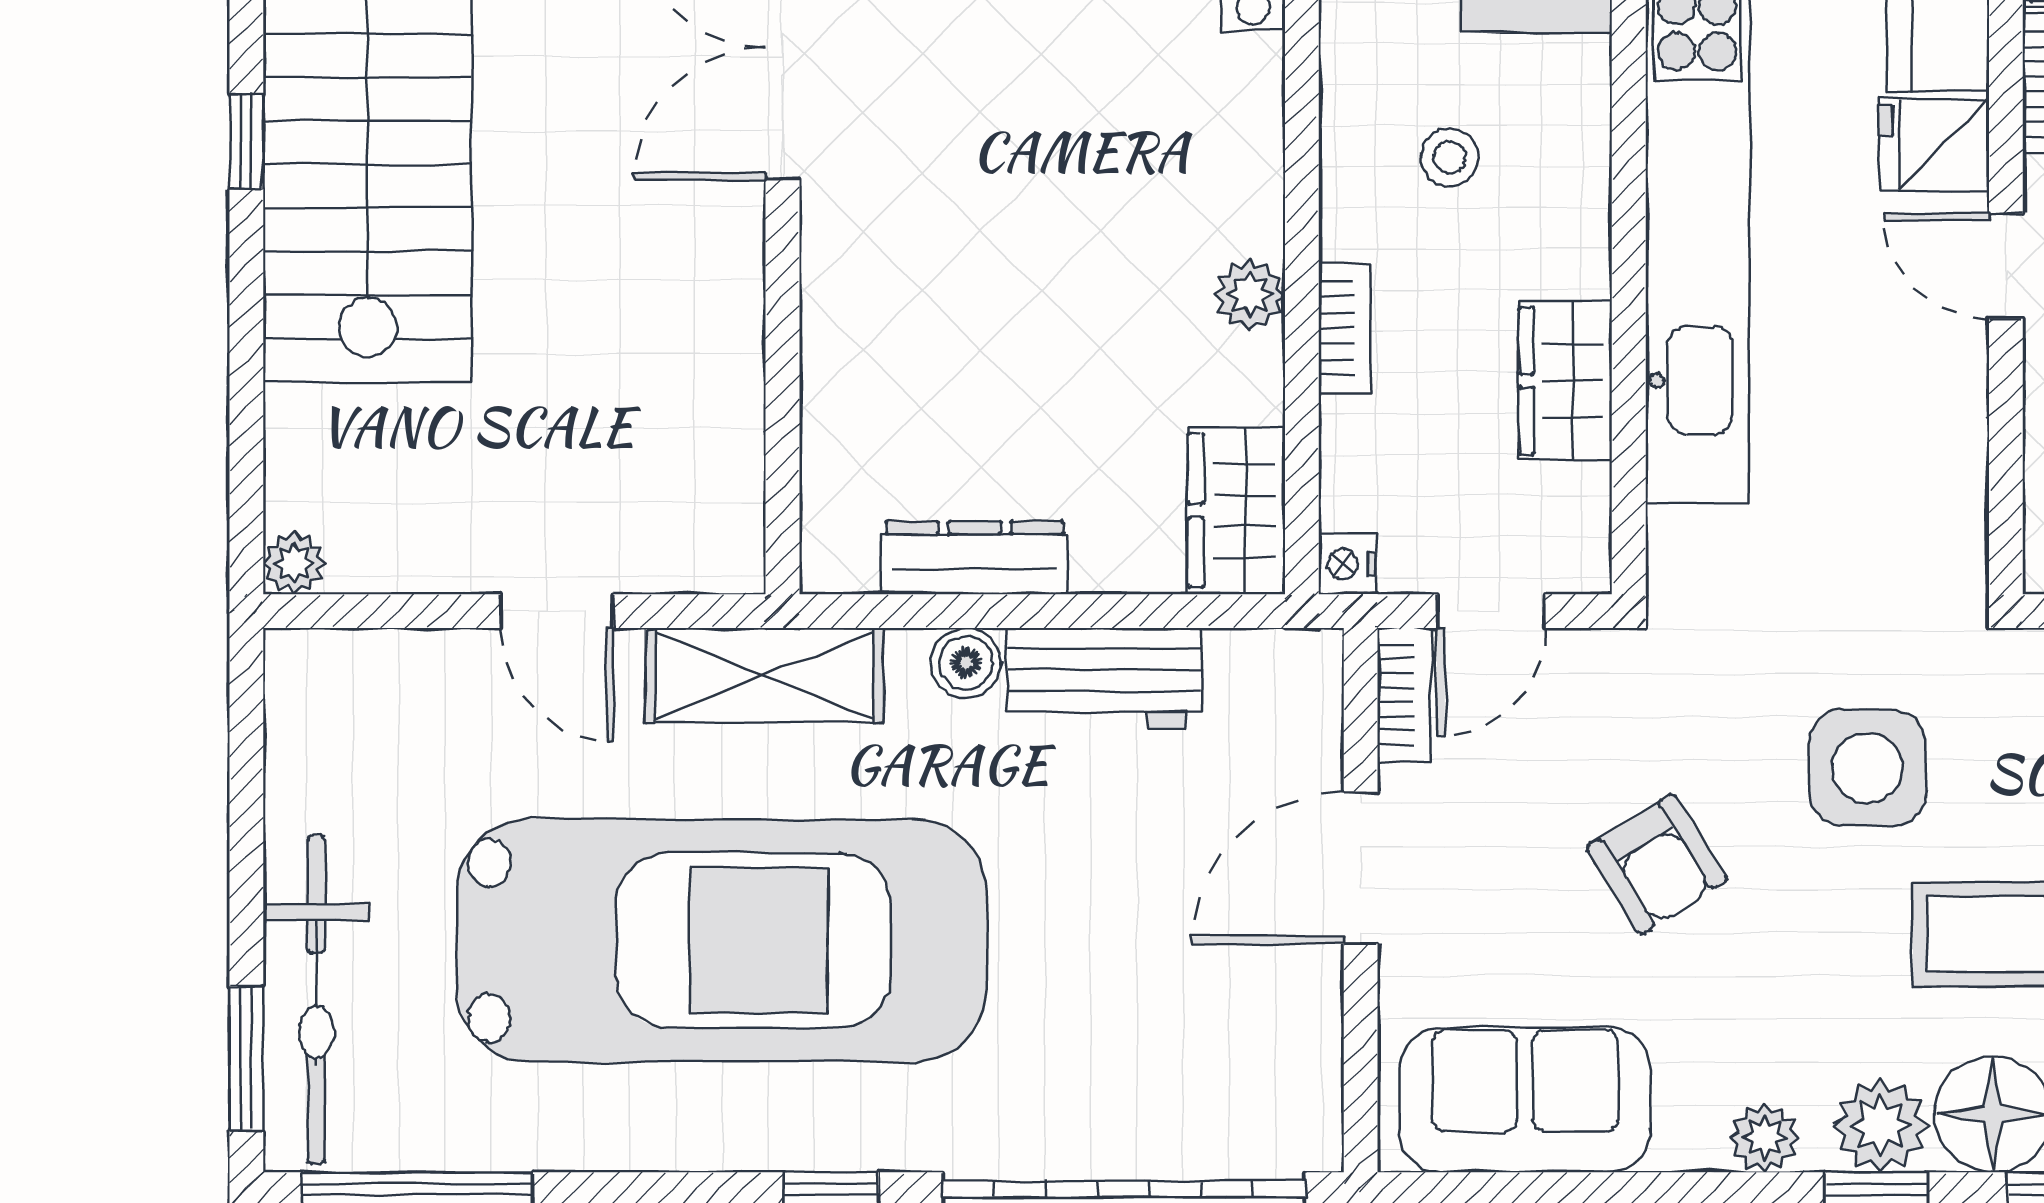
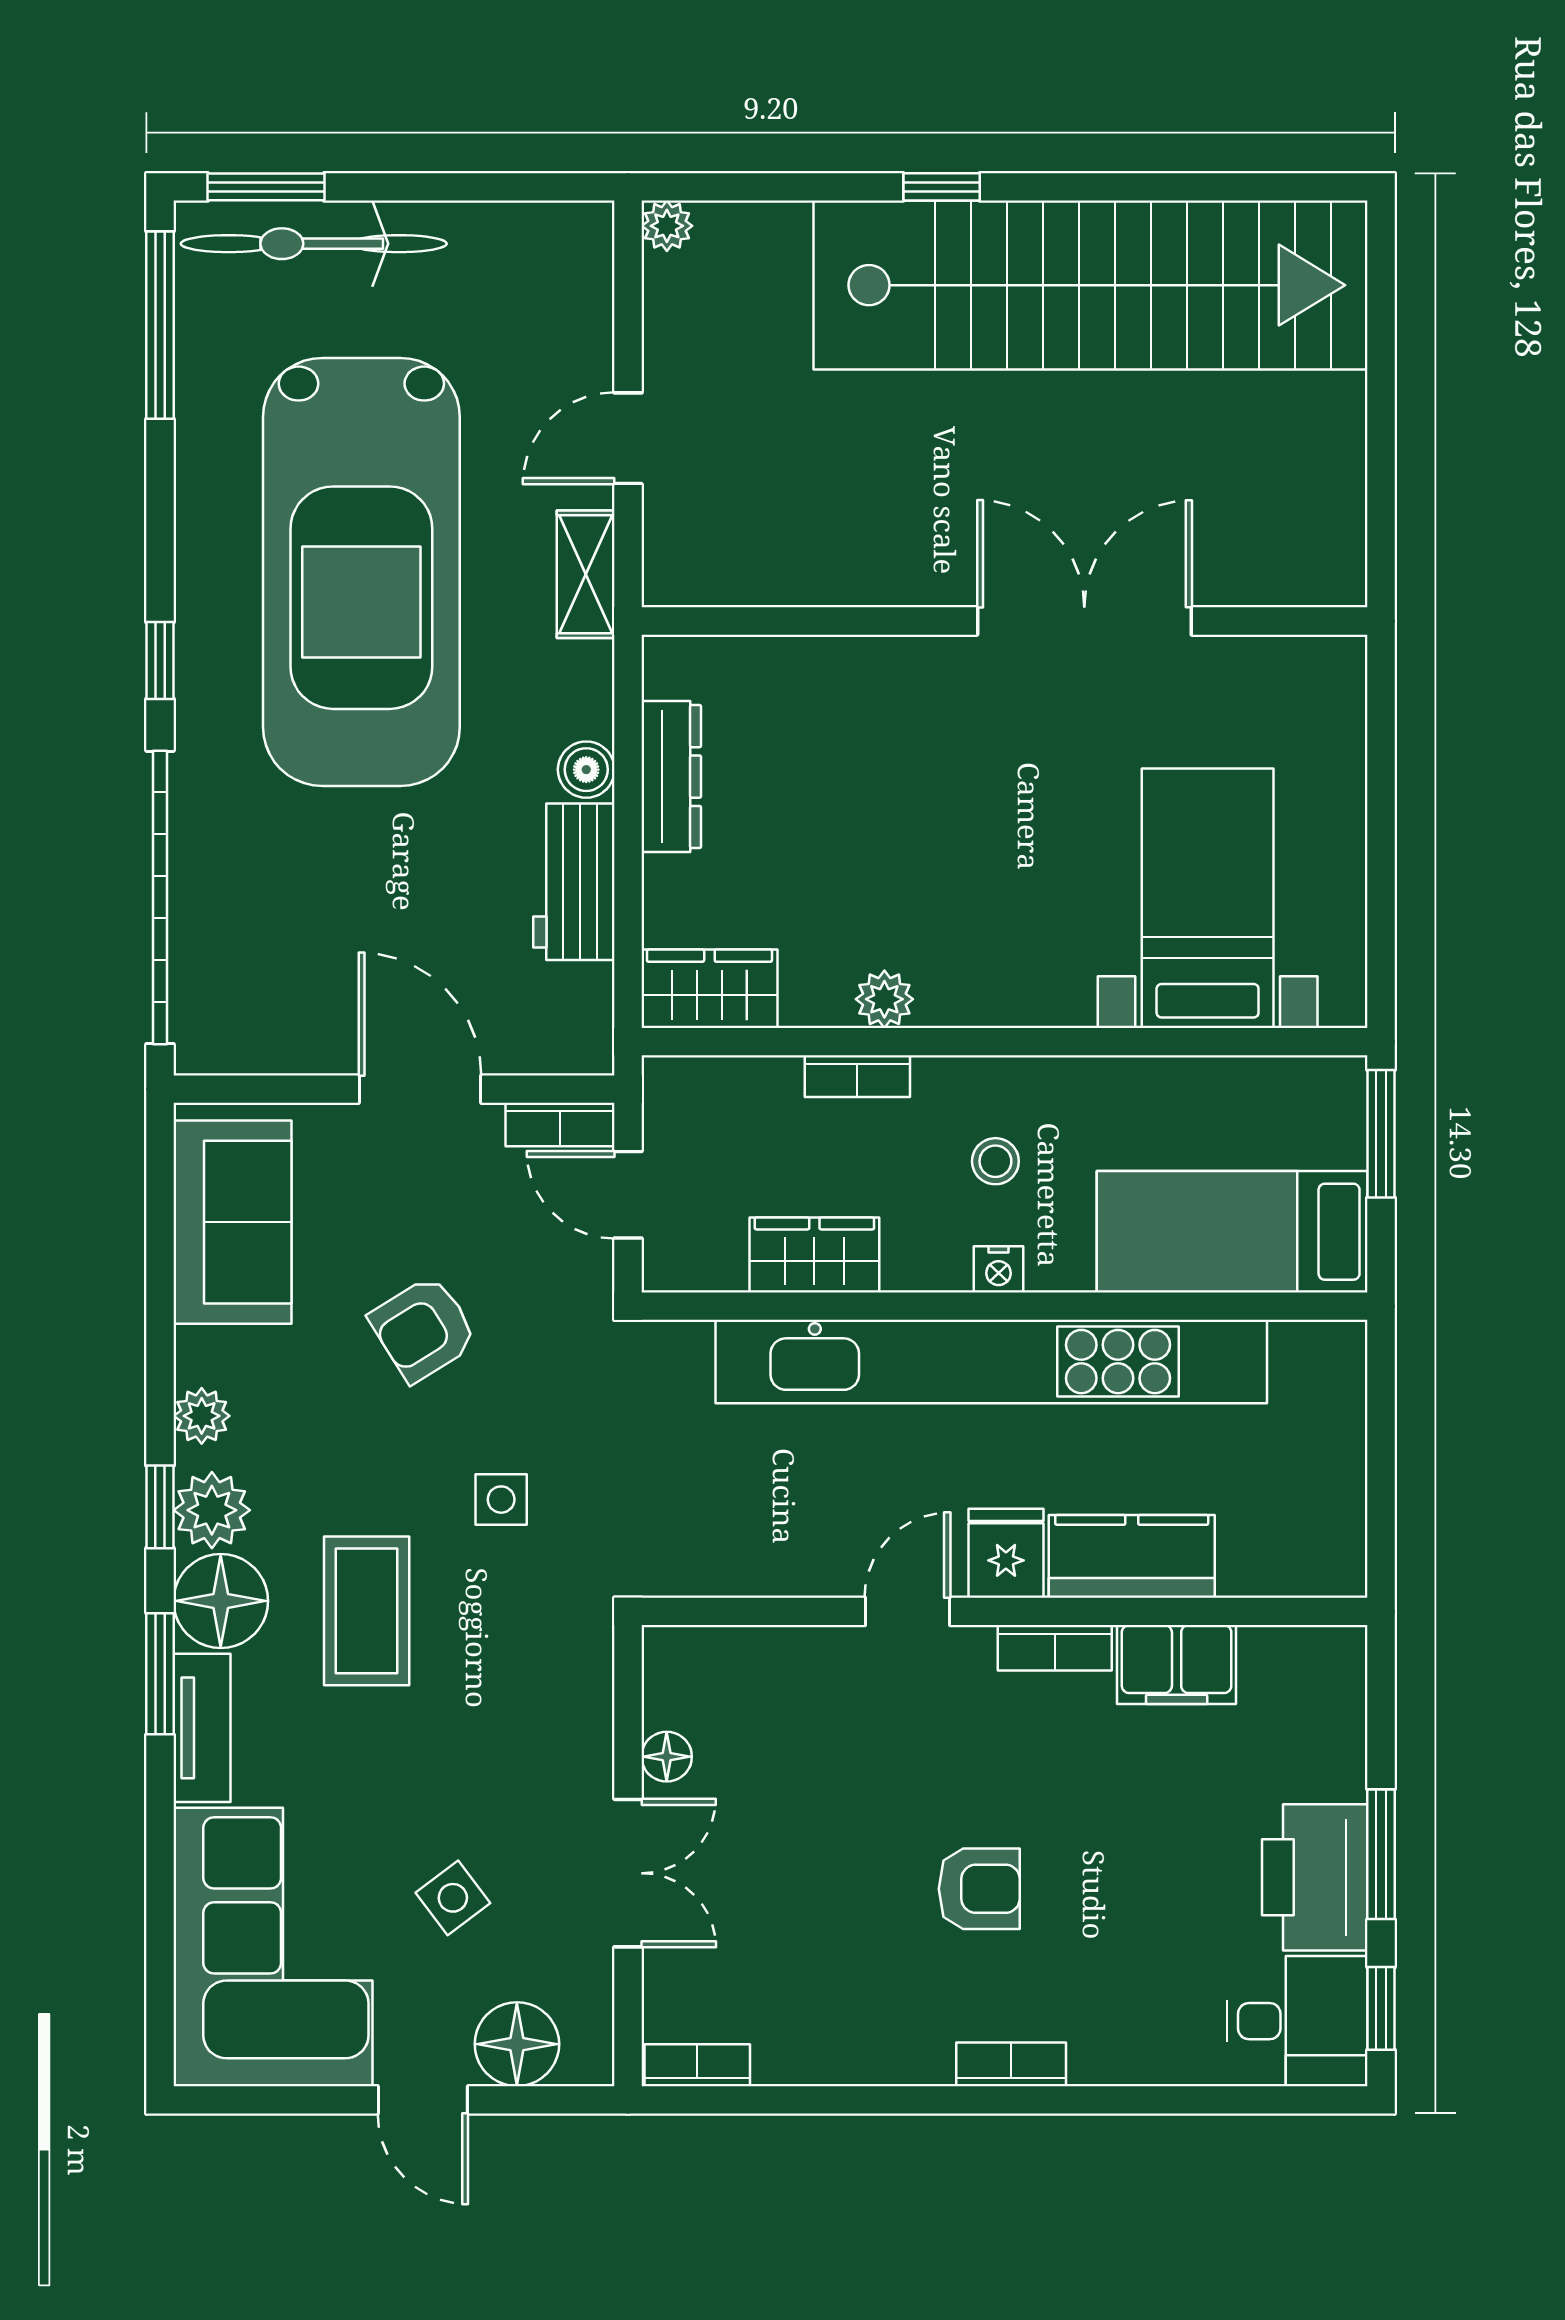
window: (246, 142) -> (942, 187), moved
nightstand: (1347, 564) -> (998, 1269), moved, turned 180
shelving: (764, 675) -> (586, 574), width x0.67, depth x0.75
side table: (1868, 768) -> (501, 1500), width x0.54, depth x0.54

